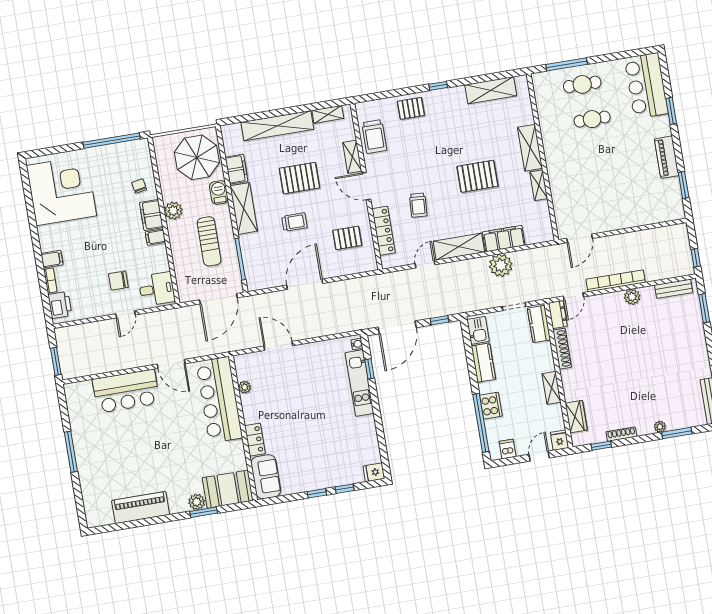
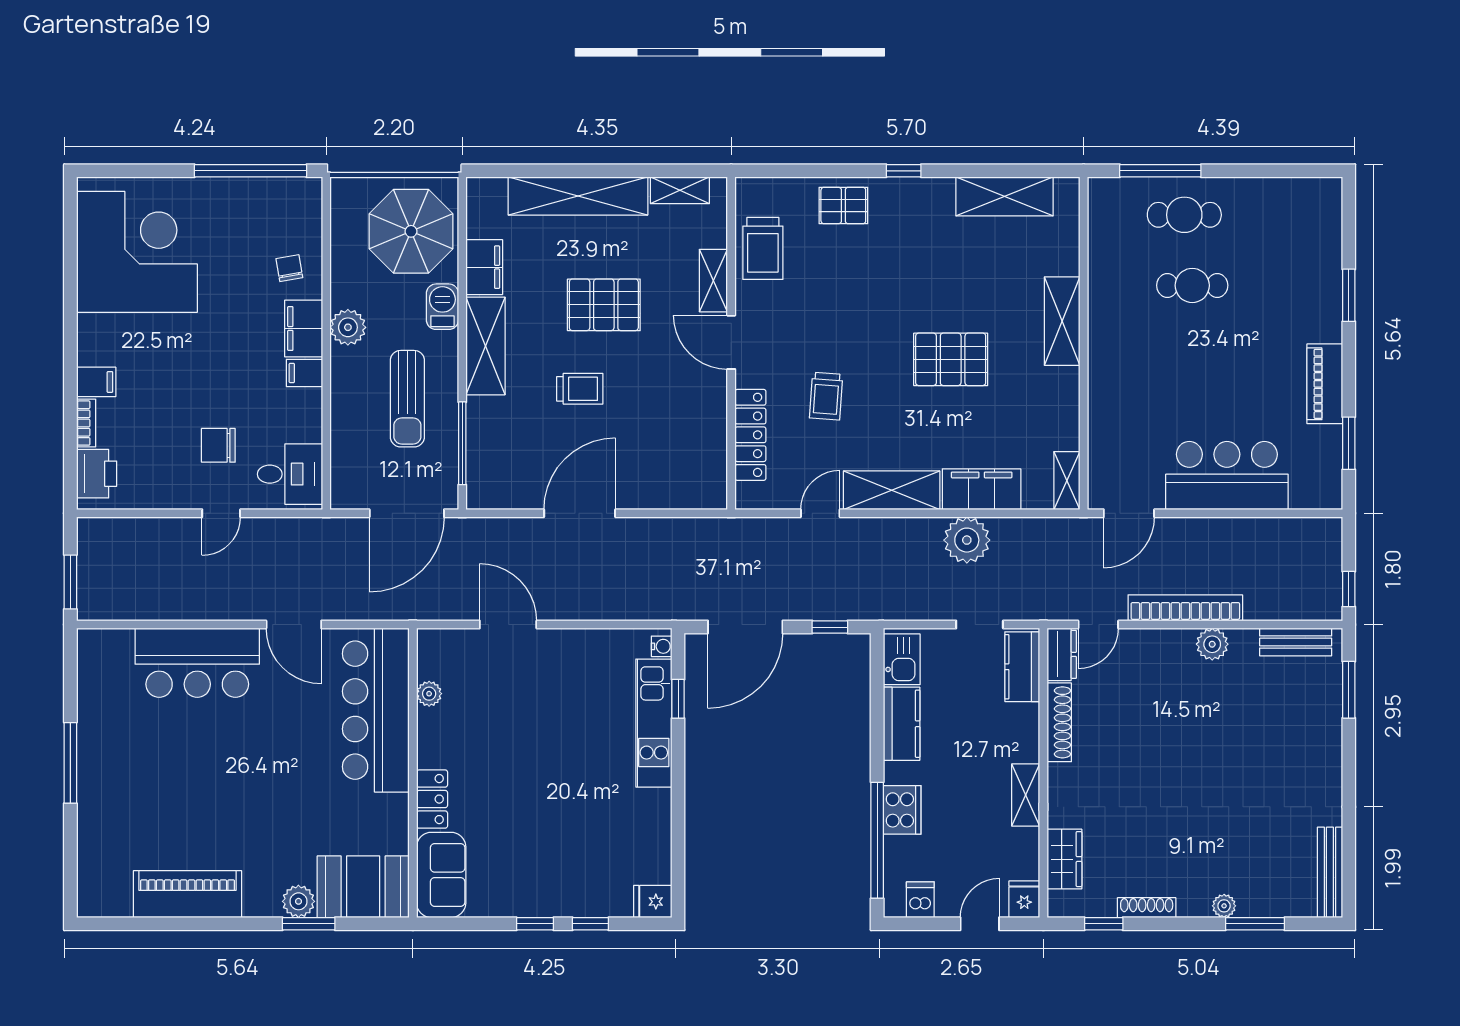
bar counter: (646, 86) -> (1227, 476), moved, turned 90
shelving: (539, 185) -> (1067, 481), moved
pallet: (347, 238) -> (677, 437), removed

